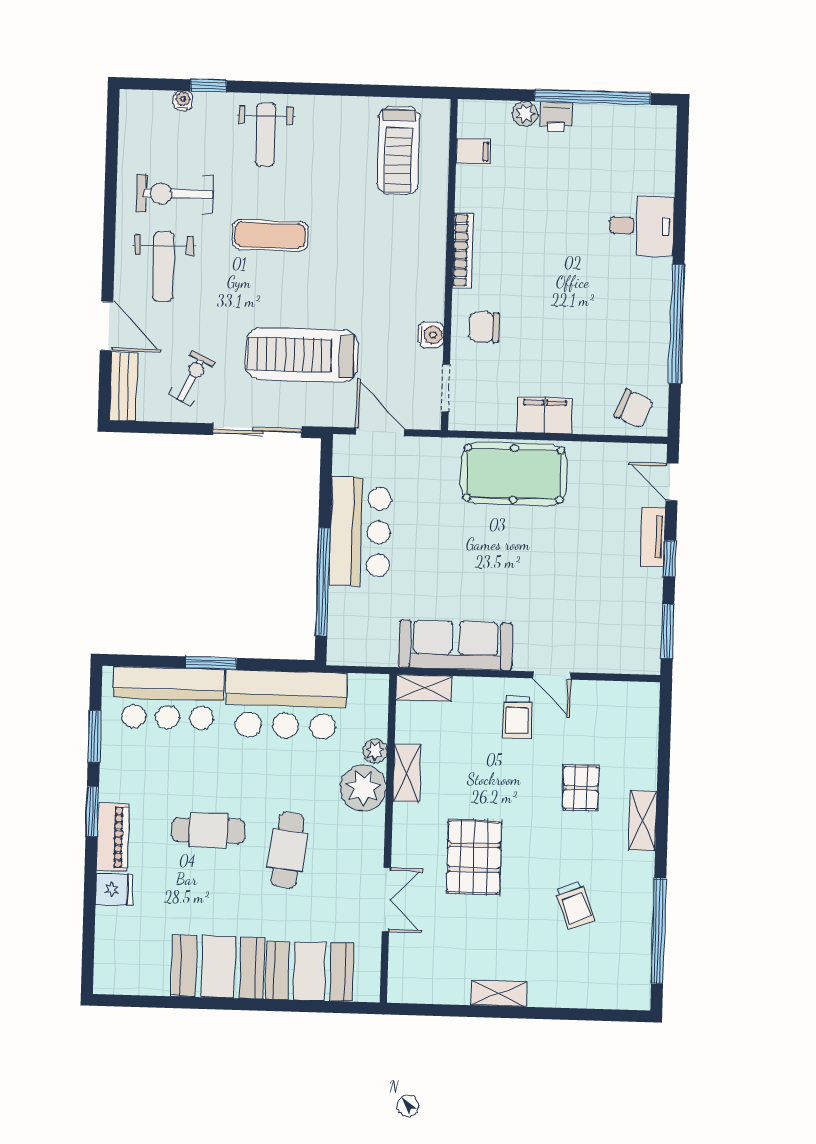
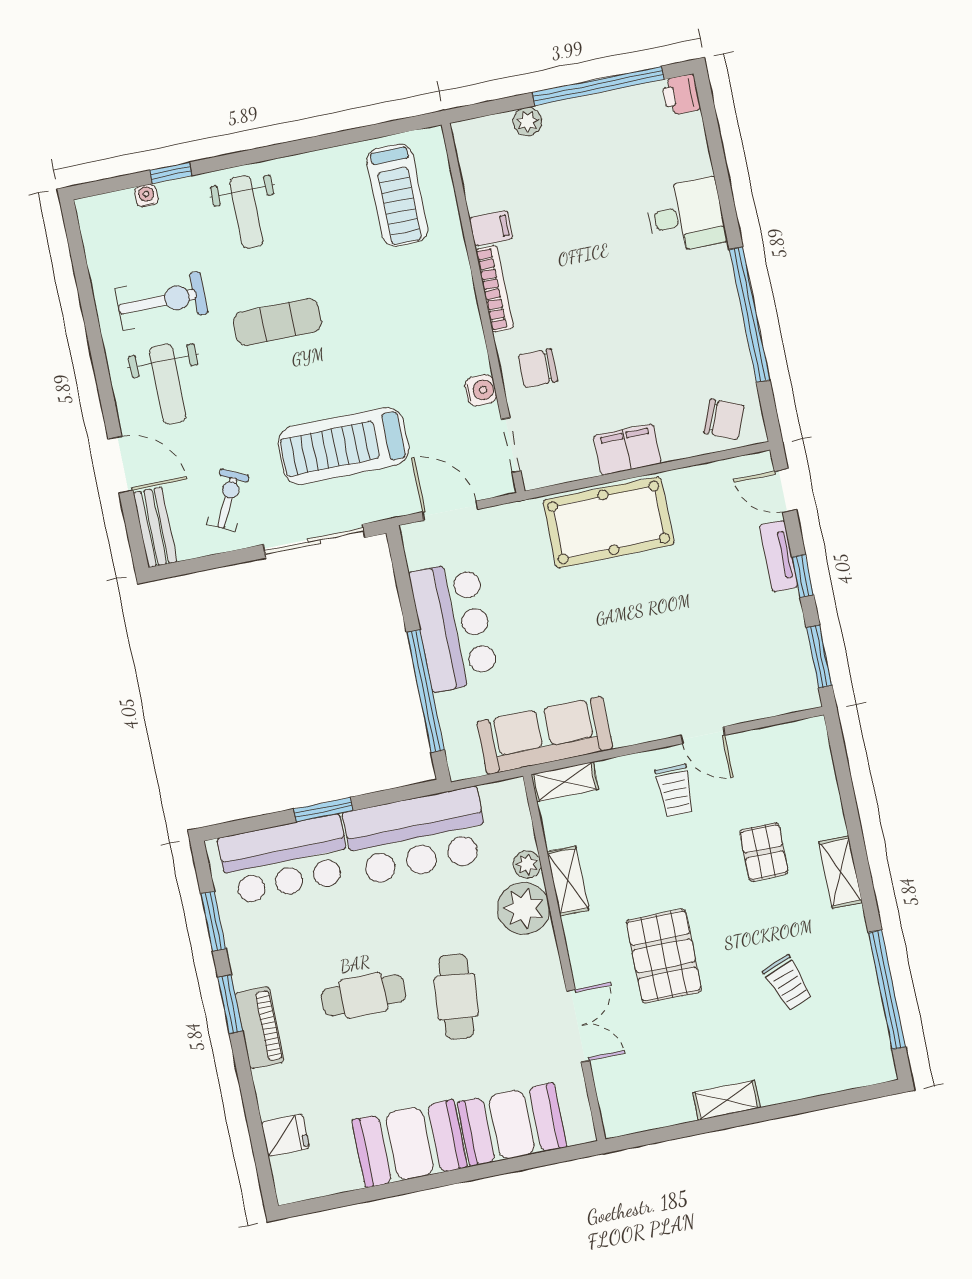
printer: (556, 117) -> (681, 95), moved, turned 90
filing cabinet: (474, 151) -> (491, 228), moved
exercise bike: (175, 194) -> (162, 301), turned 180
sofa: (456, 645) -> (545, 735), moved
fridge: (114, 889) -> (285, 1135), moved

